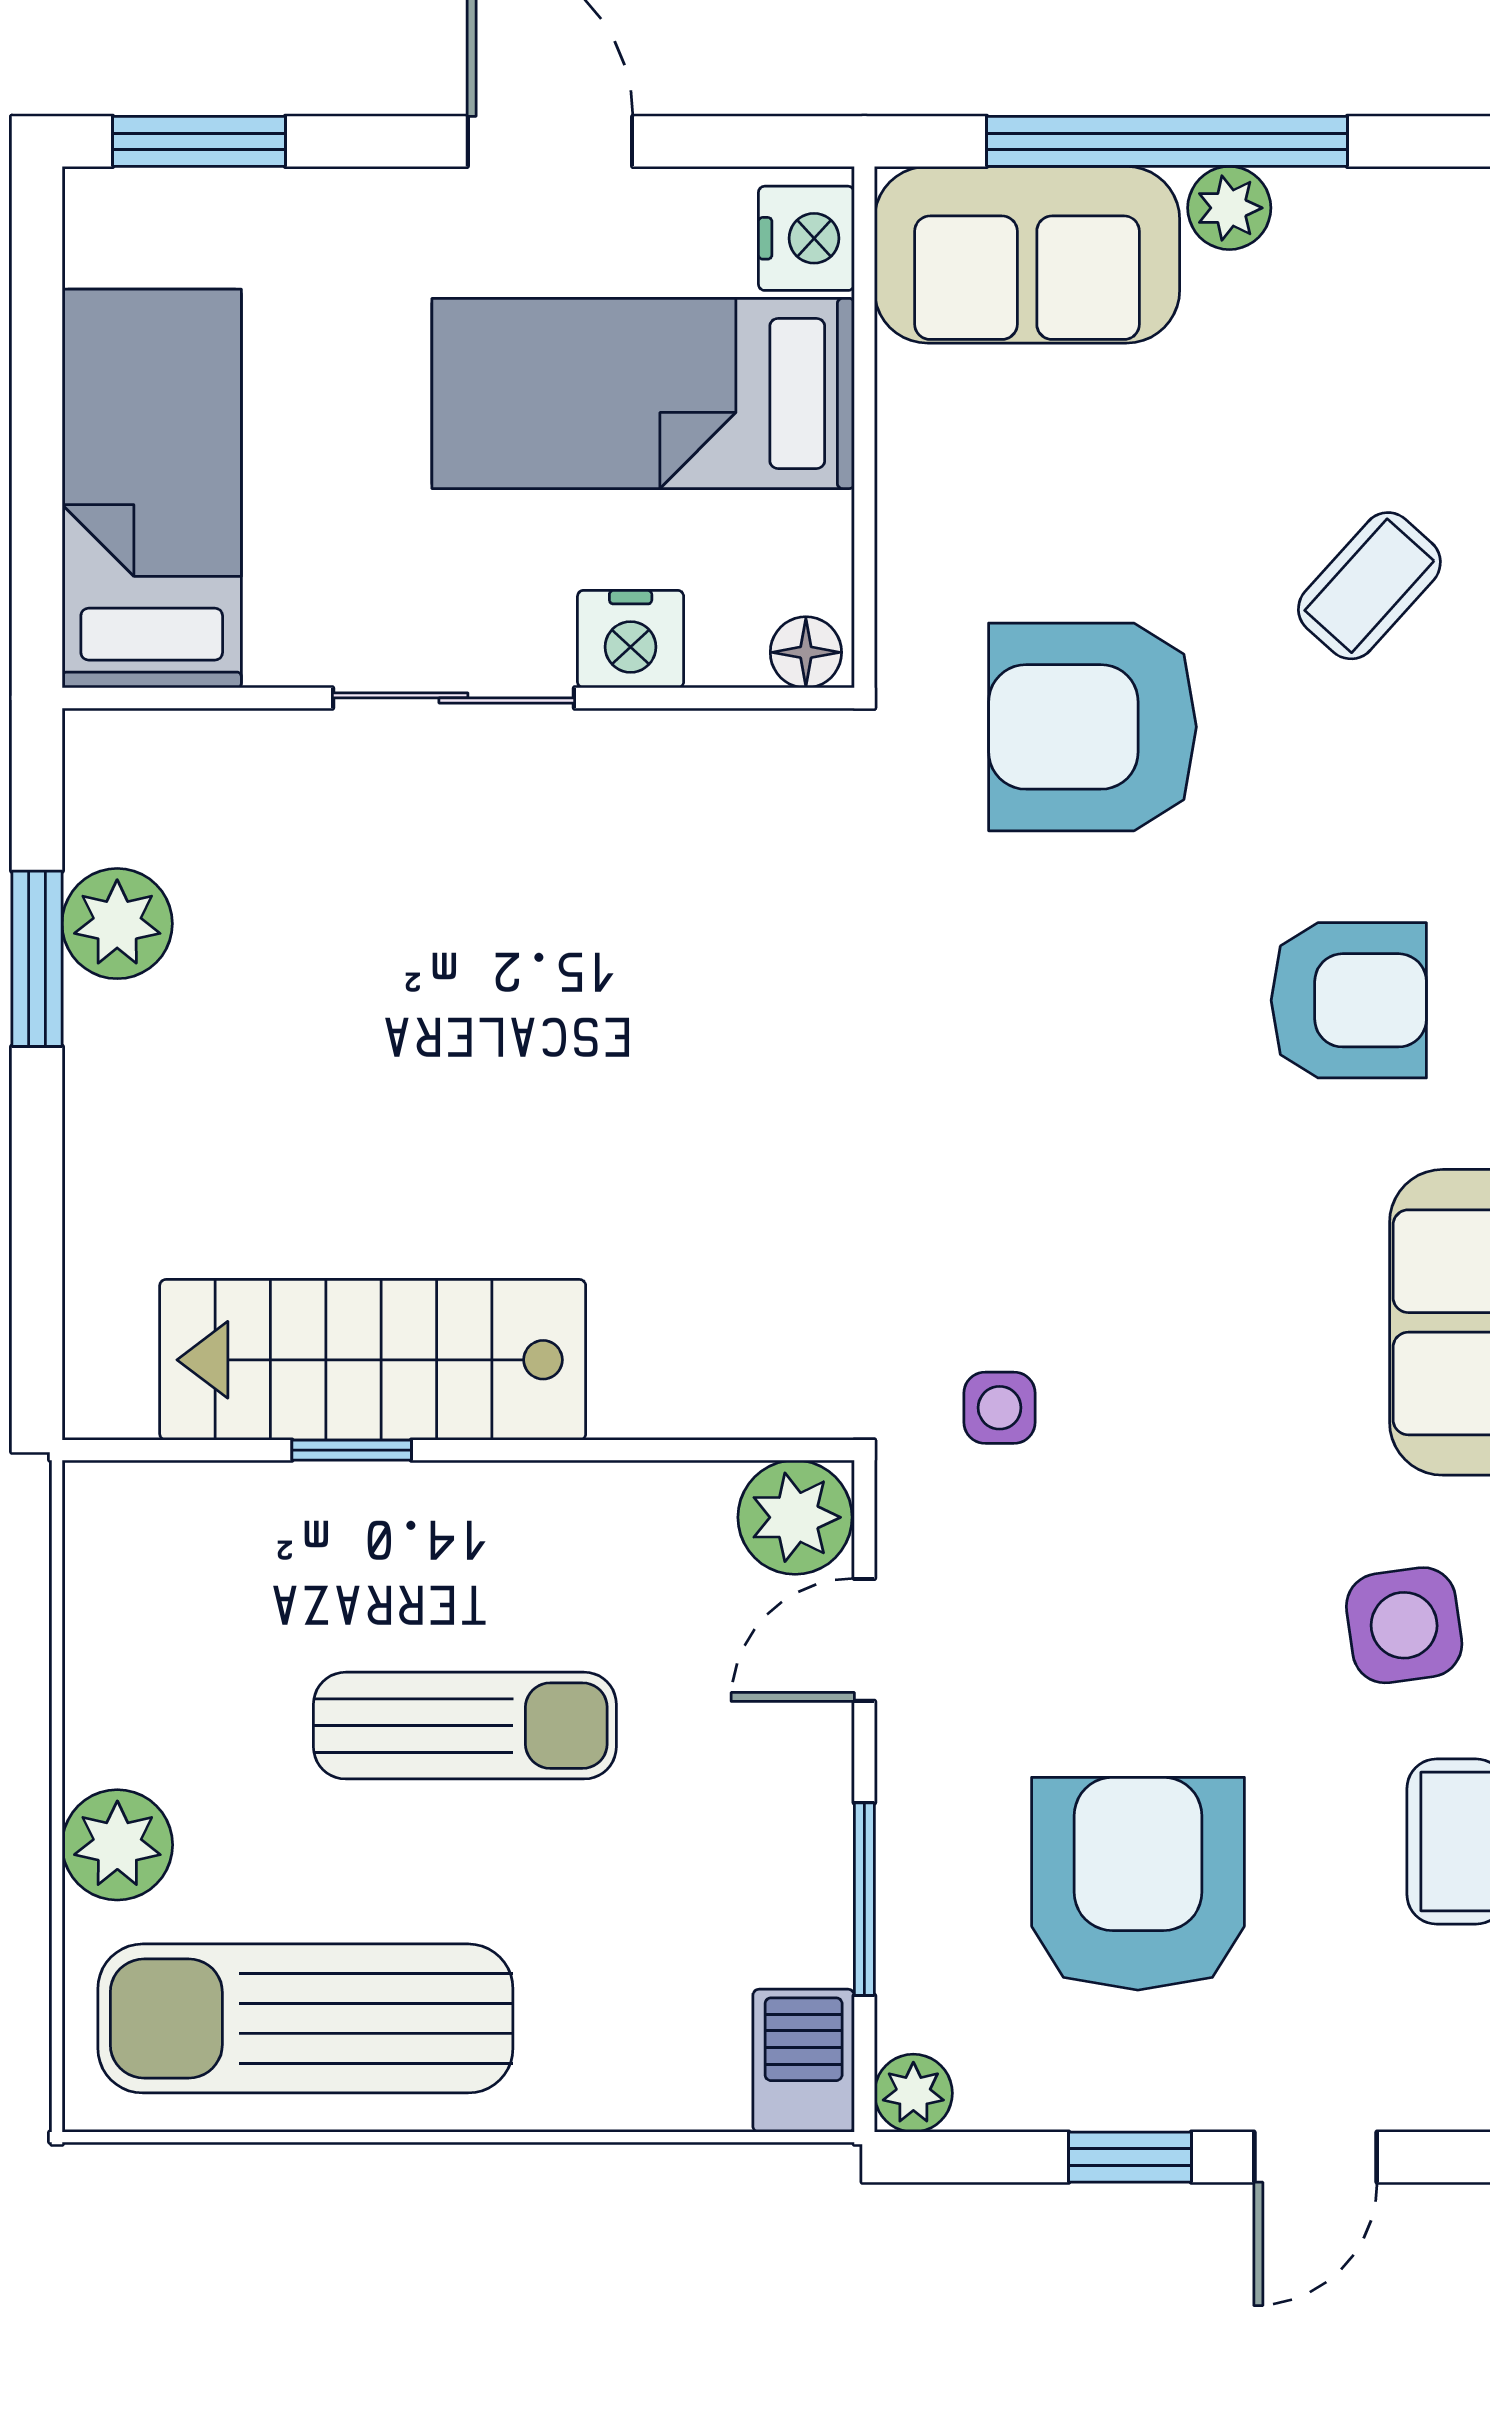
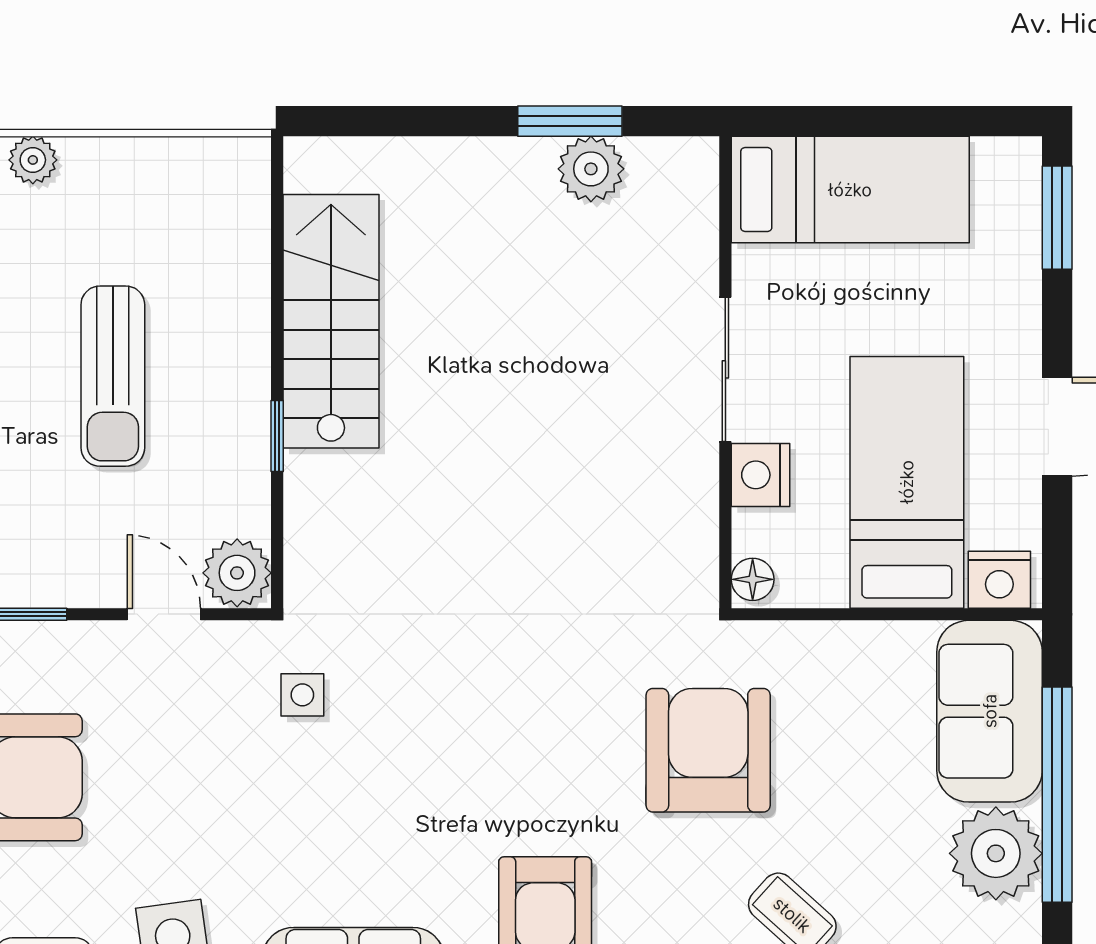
plant: (1229, 208) -> (996, 853), width x1.88, depth x1.88
window: (352, 1450) -> (277, 436), moved
plant: (117, 1845) -> (33, 160), width x0.73, depth x0.73

